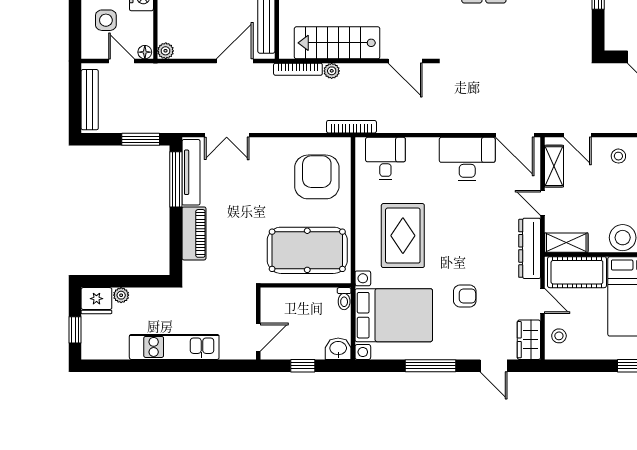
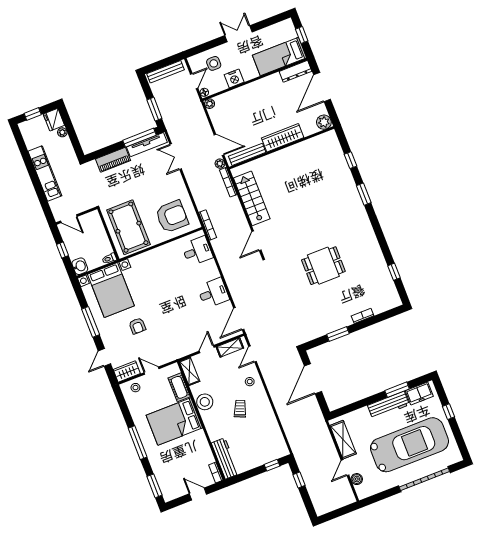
plant: (332, 71) -> (220, 164), moved
desk: (467, 159) -> (213, 293), width x0.73
rug: (403, 236) -> (158, 278), removed
dresser: (530, 248) -> (178, 352), removed
cot: (577, 272) -> (179, 387), width x0.73, depth x0.75
door: (542, 301) -> (152, 371), swing flipped

